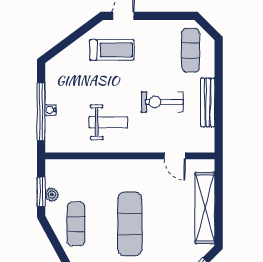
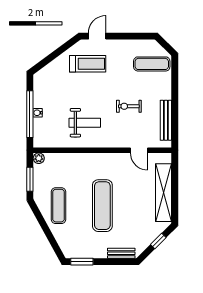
exercise mat: (190, 50) -> (152, 64), turned 90
exercise bike: (162, 102) -> (129, 106), width x0.73, depth x0.72
bench: (208, 102) -> (166, 120), moved
plant: (52, 195) -> (39, 158), moved

